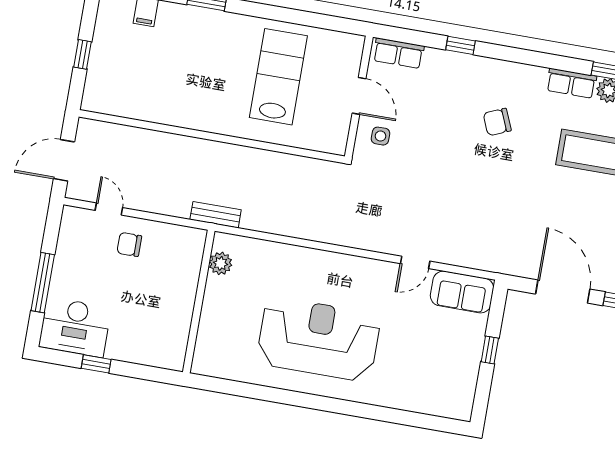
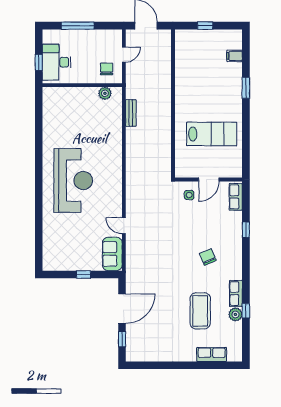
plant: (221, 263) -> (105, 93), moved
wall: (199, 302) -> (82, 85), moved
desk: (75, 327) -> (57, 62), moved

